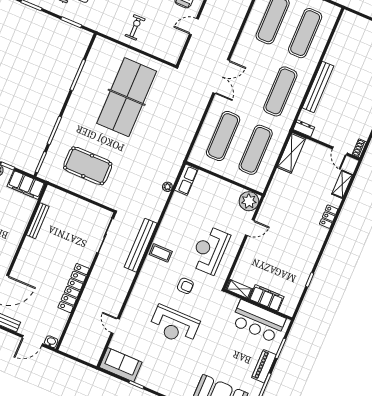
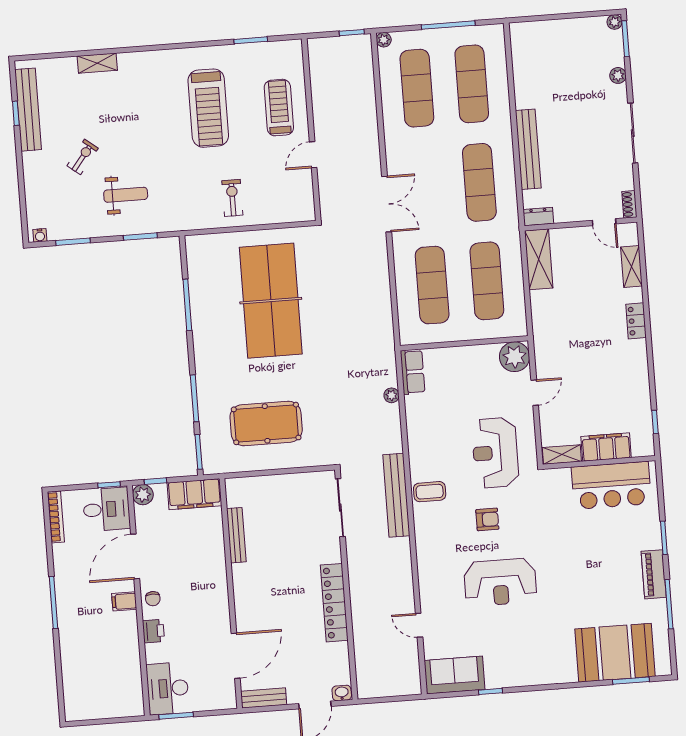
shelving: (239, 289) -> (562, 454), moved
filing cabinet: (267, 298) -> (606, 447), moved
wall: (258, 305) -> (599, 462), moved
bar counter: (258, 321) -> (611, 485), moved

